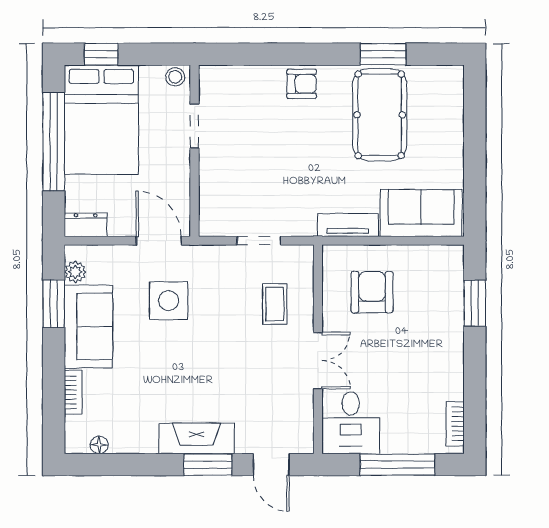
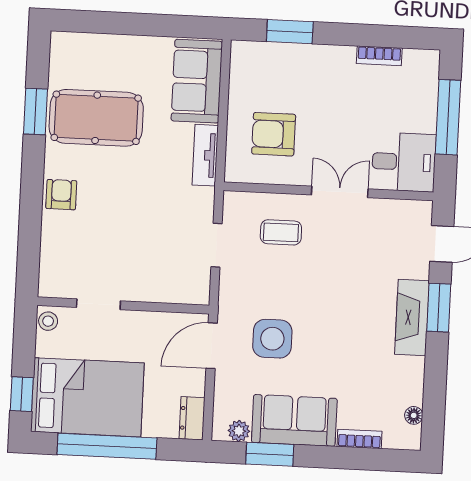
bookcase: (455, 424) -> (379, 56), moved

